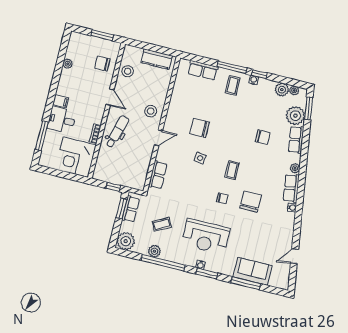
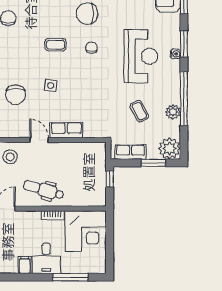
row of seats: (158, 175) -> (66, 130), moved
window: (121, 209) -> (153, 163), moved

